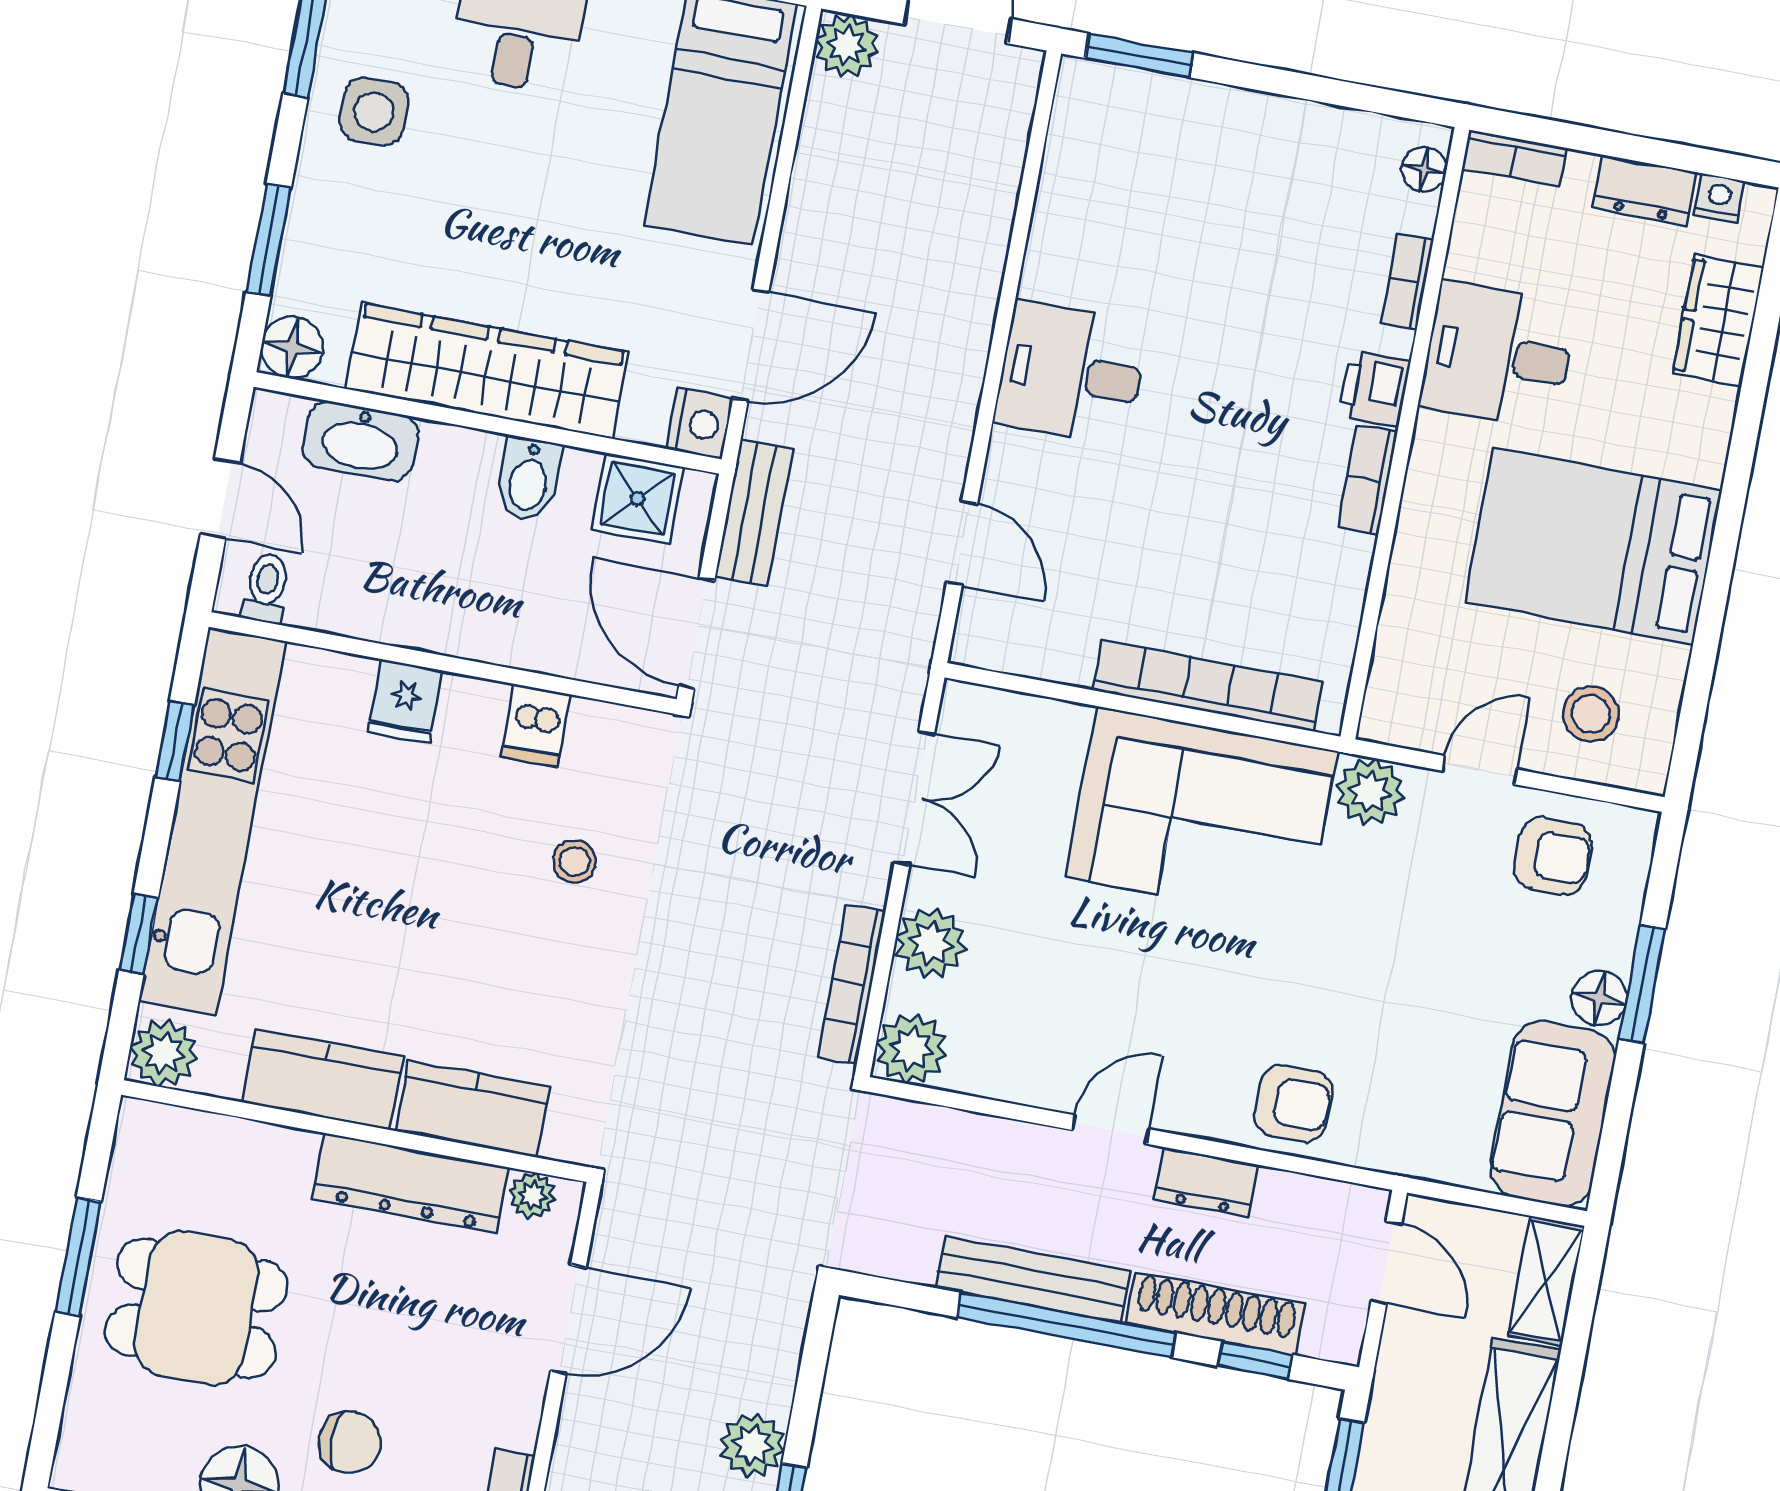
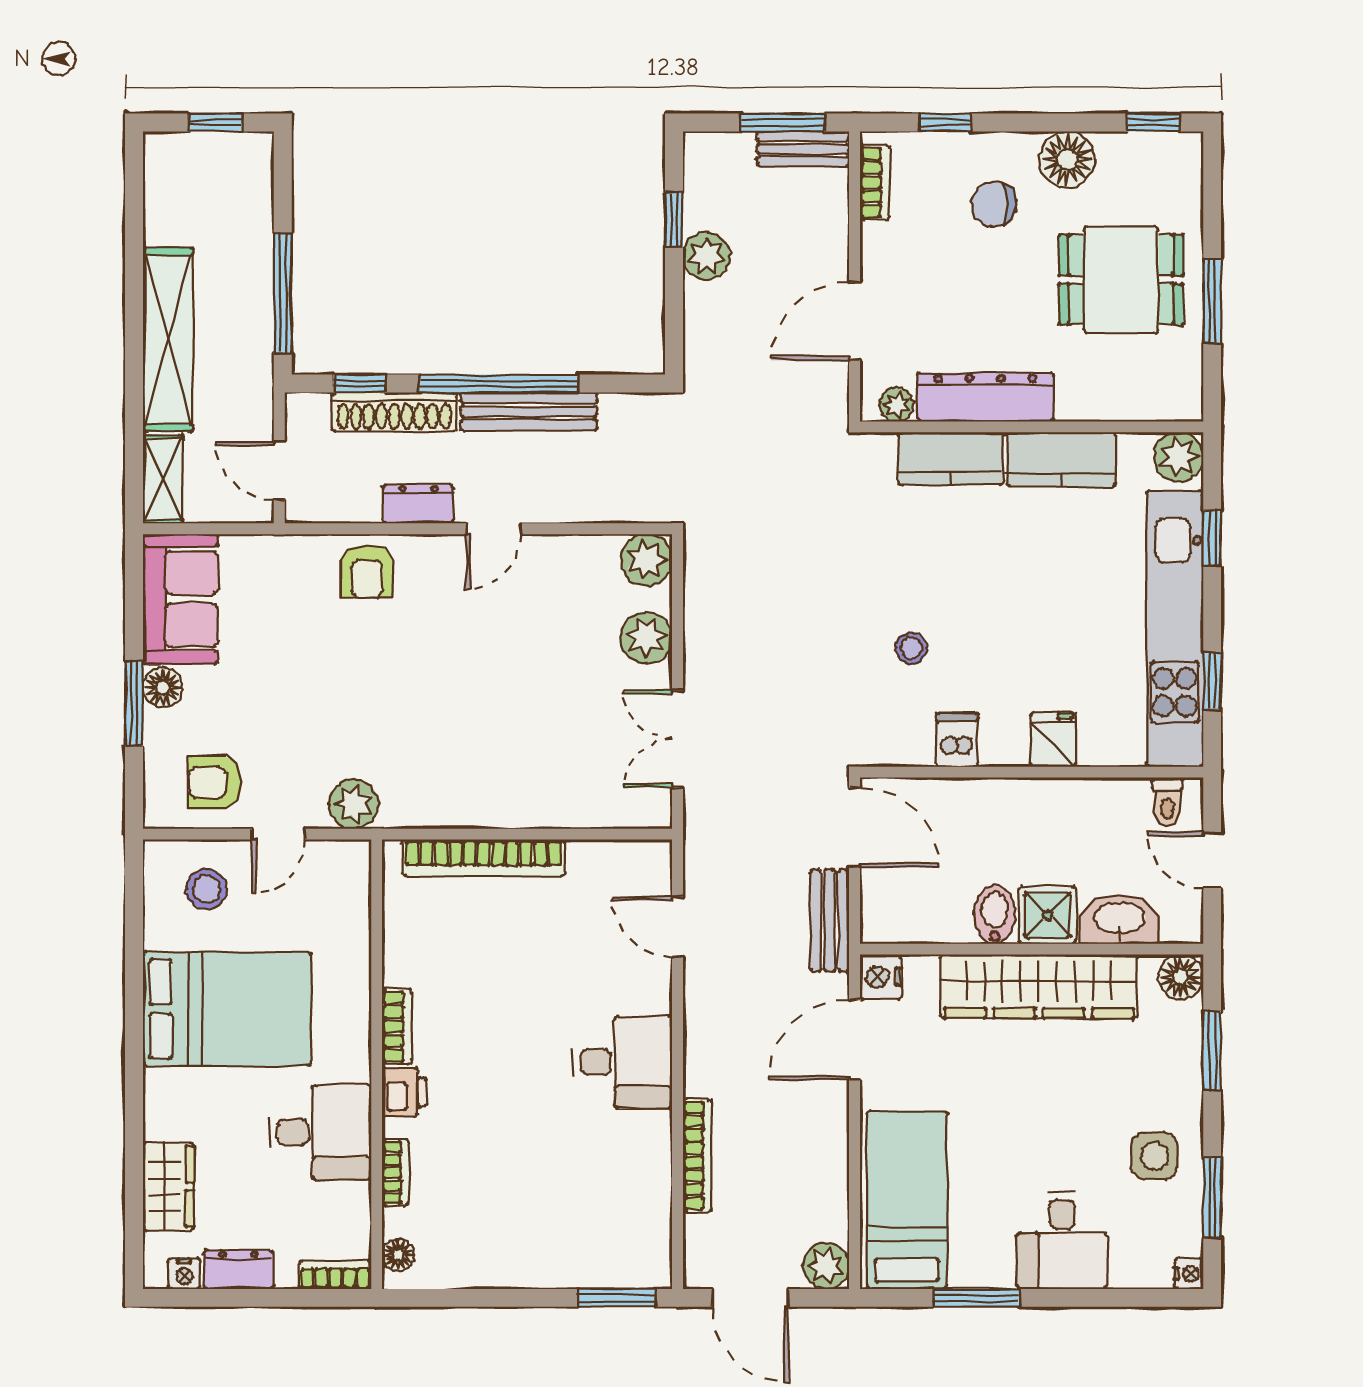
shower: (637, 499) -> (1047, 915), moved
corner sofa: (1202, 814) -> (471, 765), removed
bookcase: (852, 984) -> (697, 1155), moved
armchair: (1293, 1103) -> (367, 572), turned -90

